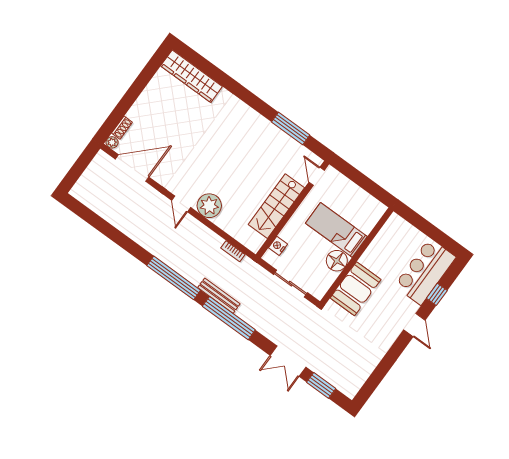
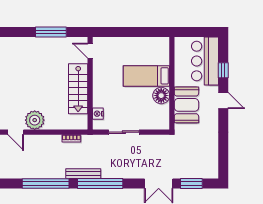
bed: (336, 230) -> (146, 76), moved
wall: (357, 256) -> (172, 83), moved
floor lamp: (337, 261) -> (161, 96), moved
booth: (356, 289) -> (186, 105), moved

